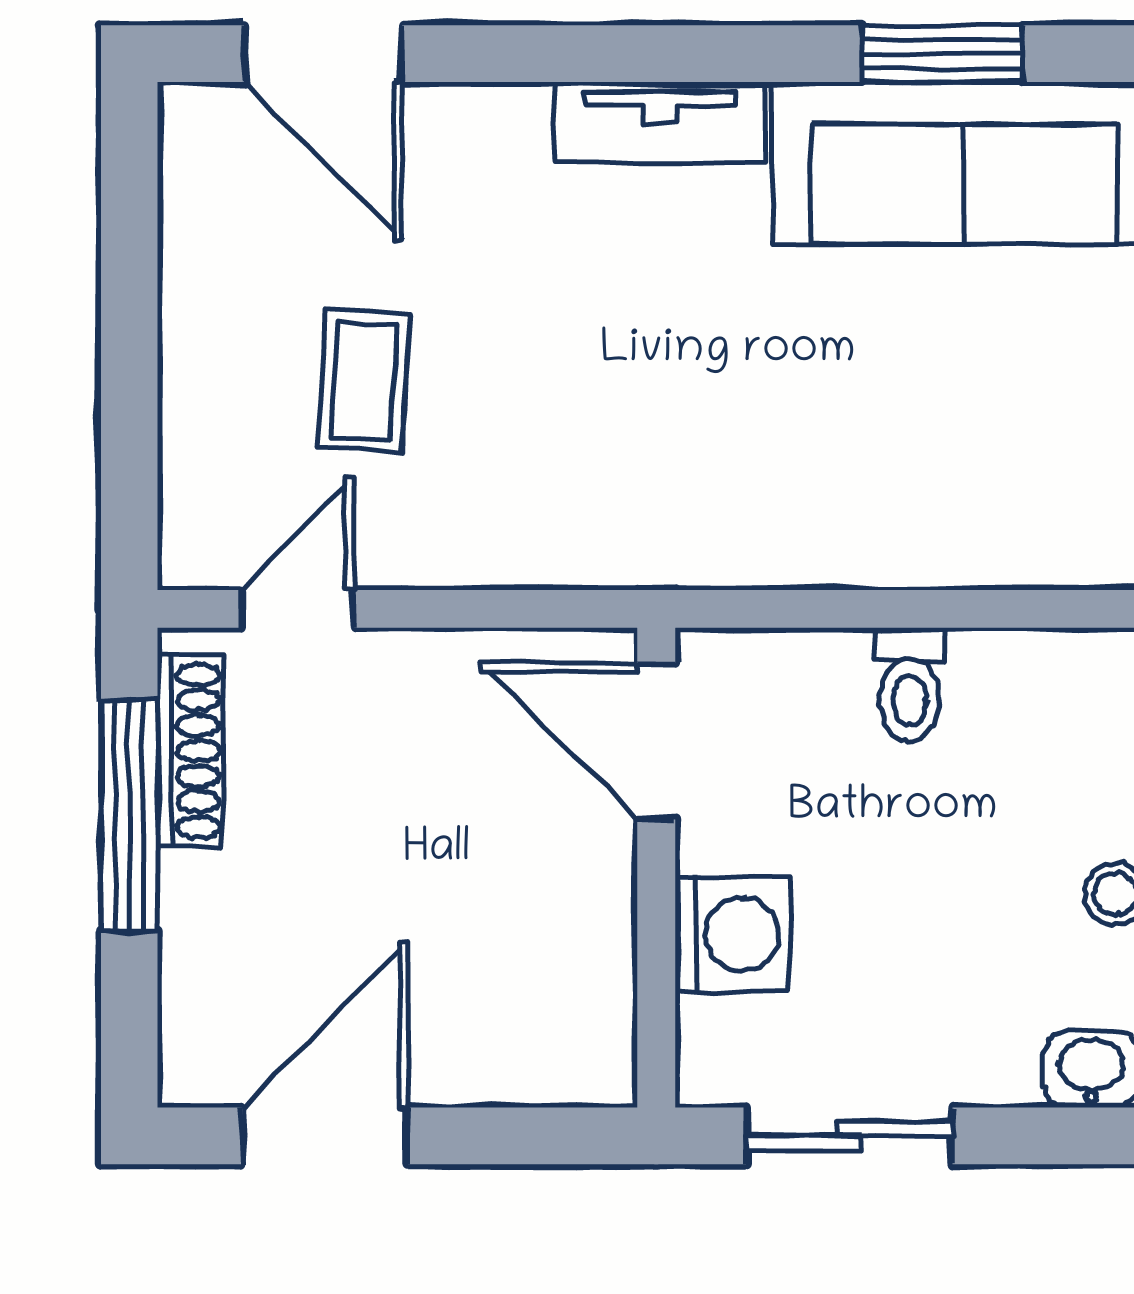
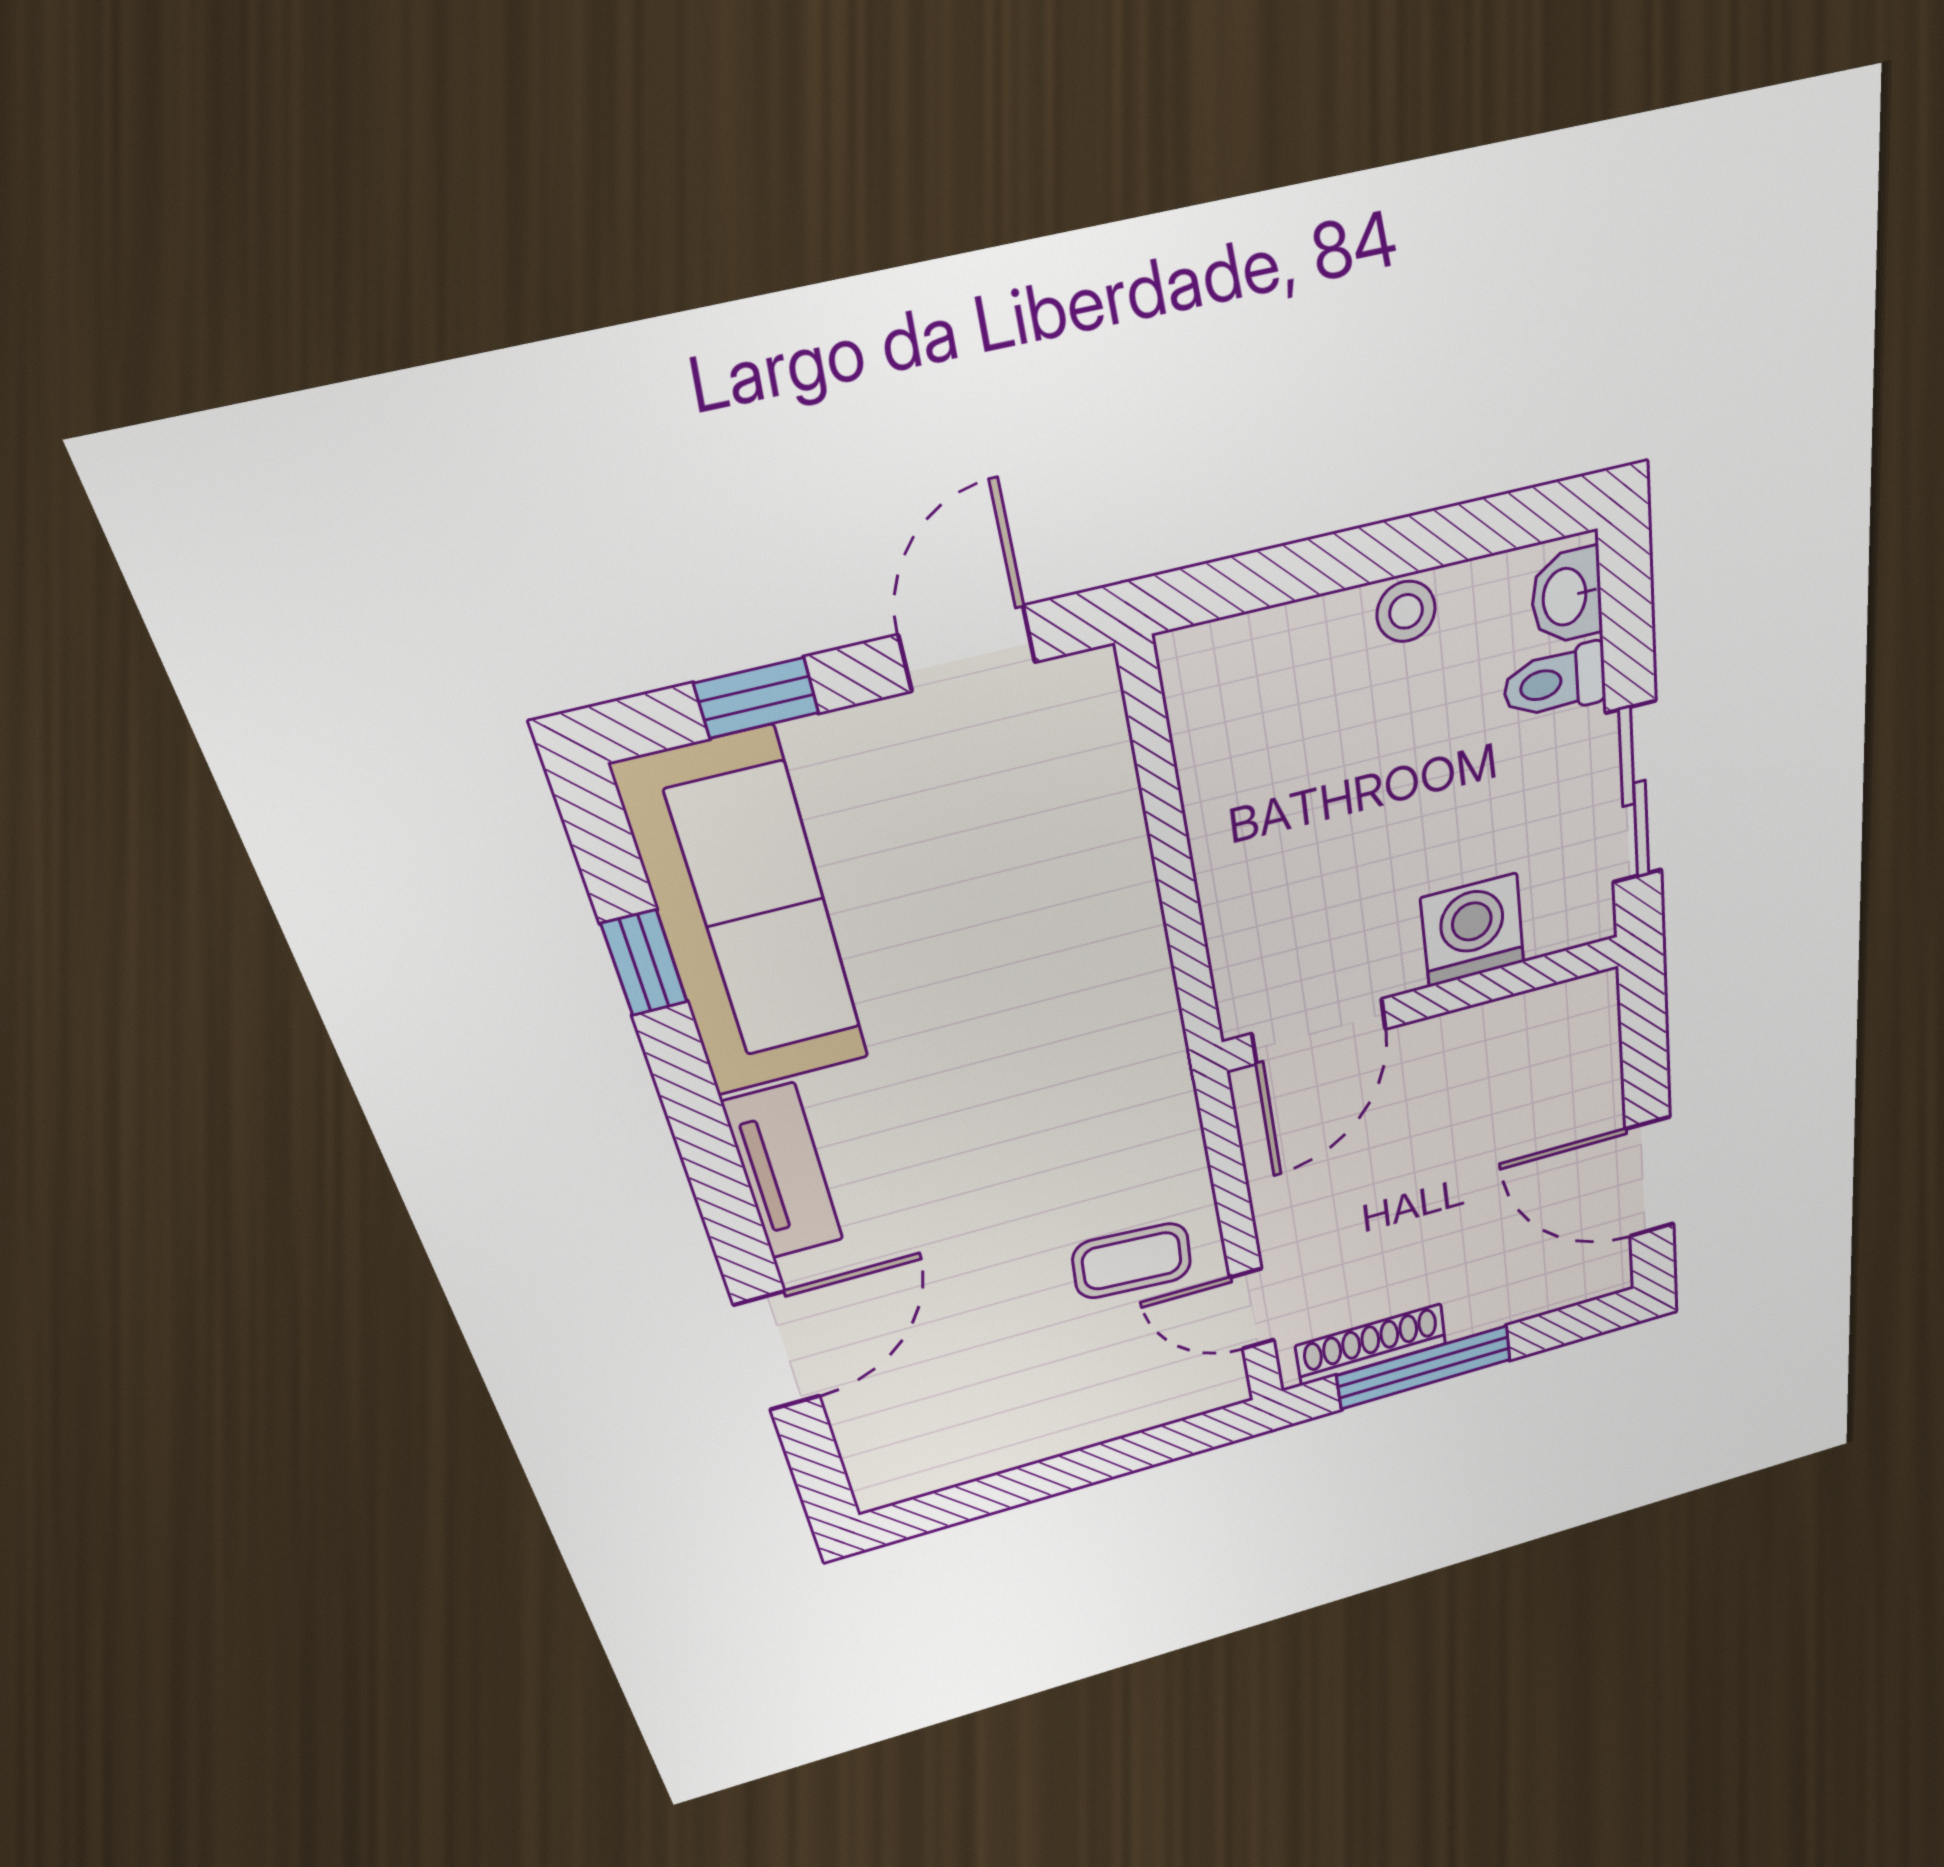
door: (323, 54) -> (777, 1351), moved
window: (942, 54) -> (644, 963), width x0.67
coffee table: (364, 381) -> (1132, 1261), moved
toilet: (910, 685) -> (1555, 682), moved, turned 180

